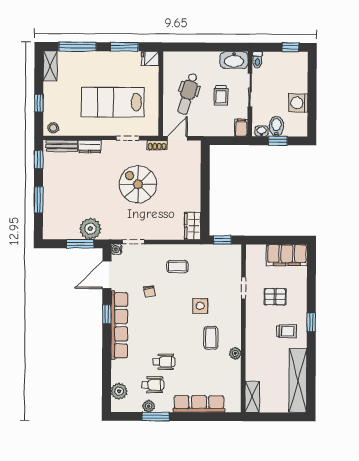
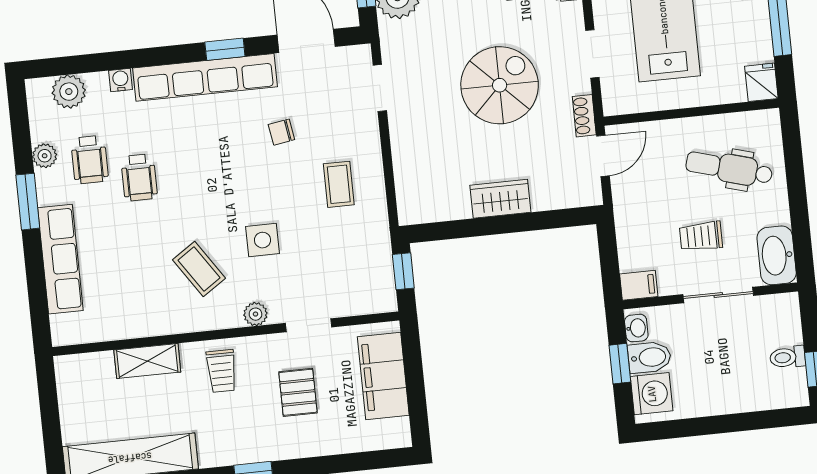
toilet: (257, 60) -> (788, 357), moved
dental chair: (188, 94) -> (729, 168), moved
washing machine: (298, 103) -> (652, 394), moved, turned 90
door: (177, 138) -> (603, 156), hinge flipped
wardrobe: (192, 226) -> (500, 199), moved
water cooler: (117, 249) -> (121, 80), moved
filing cabinet: (287, 255) -> (383, 376), moved
trolley: (286, 331) -> (222, 371), moved
coffee table: (211, 338) -> (199, 269), turned 56
plant: (235, 353) -> (255, 314), moved
shelving: (252, 397) -> (147, 361), moved
window: (155, 416) -> (28, 202), moved

